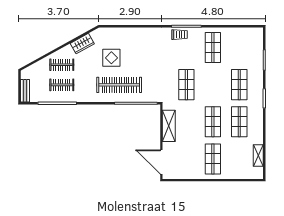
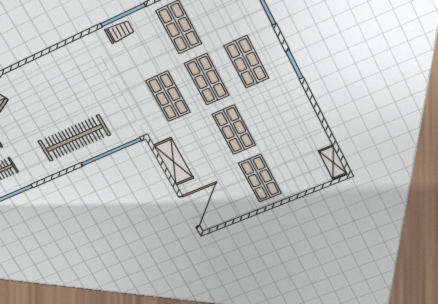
display table: (111, 58) -> (43, 107), removed
shop shelf: (239, 122) -> (207, 79), moved
shelving: (258, 155) -> (333, 162), moved
door: (161, 162) -> (189, 211), swing flipped

